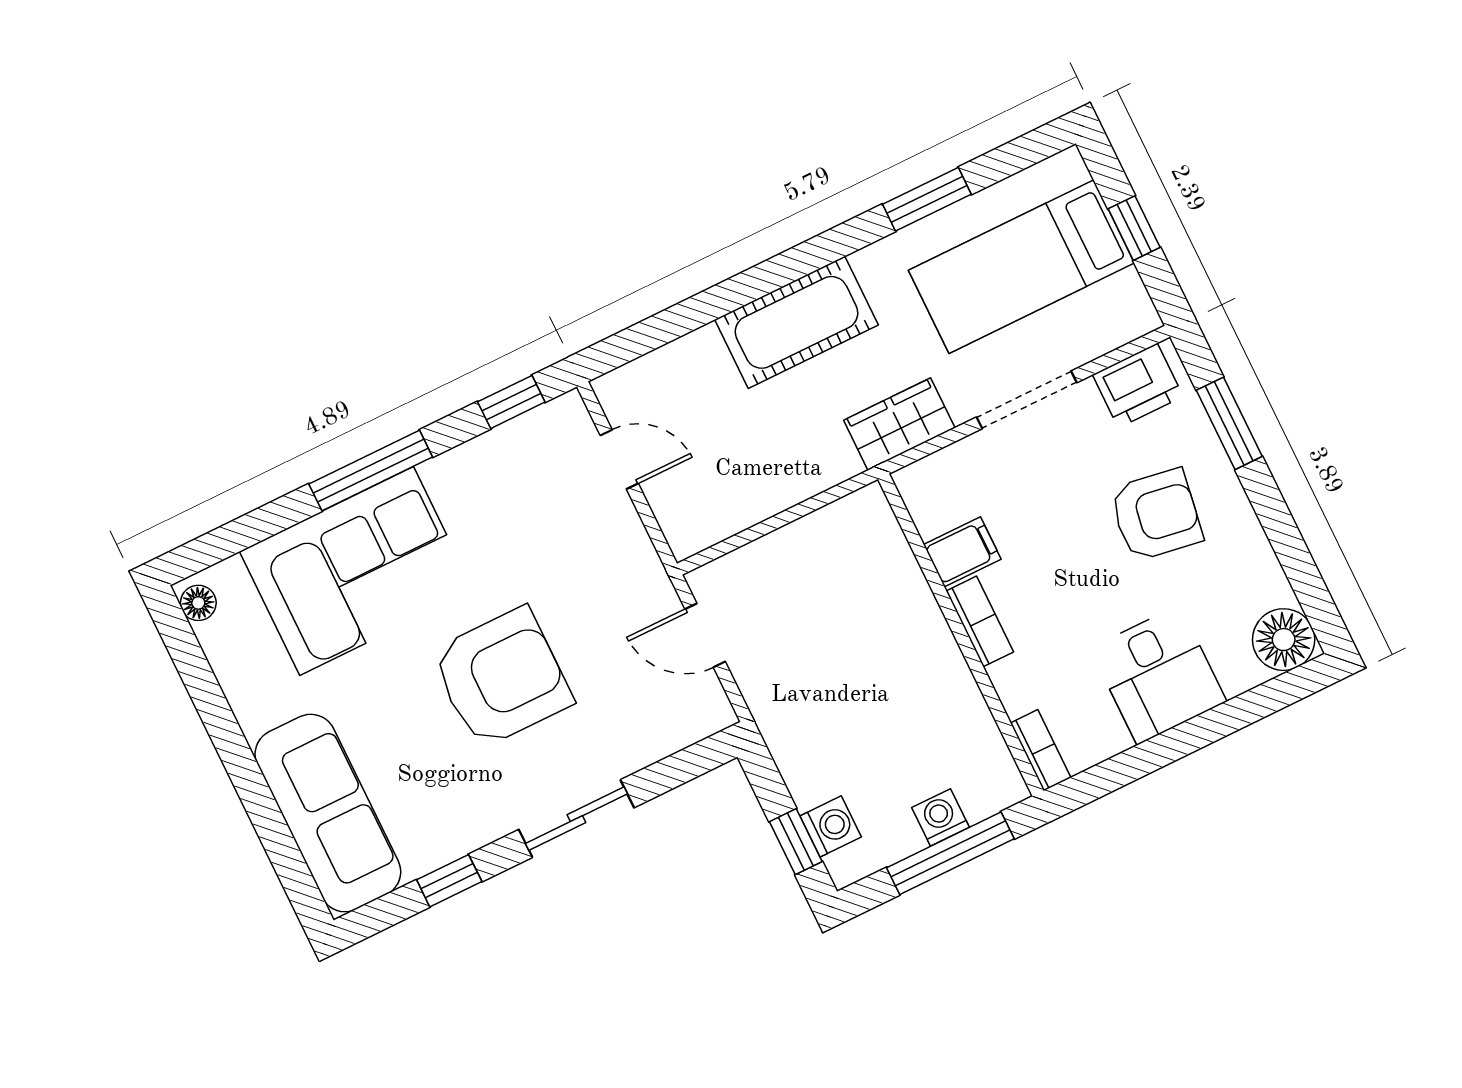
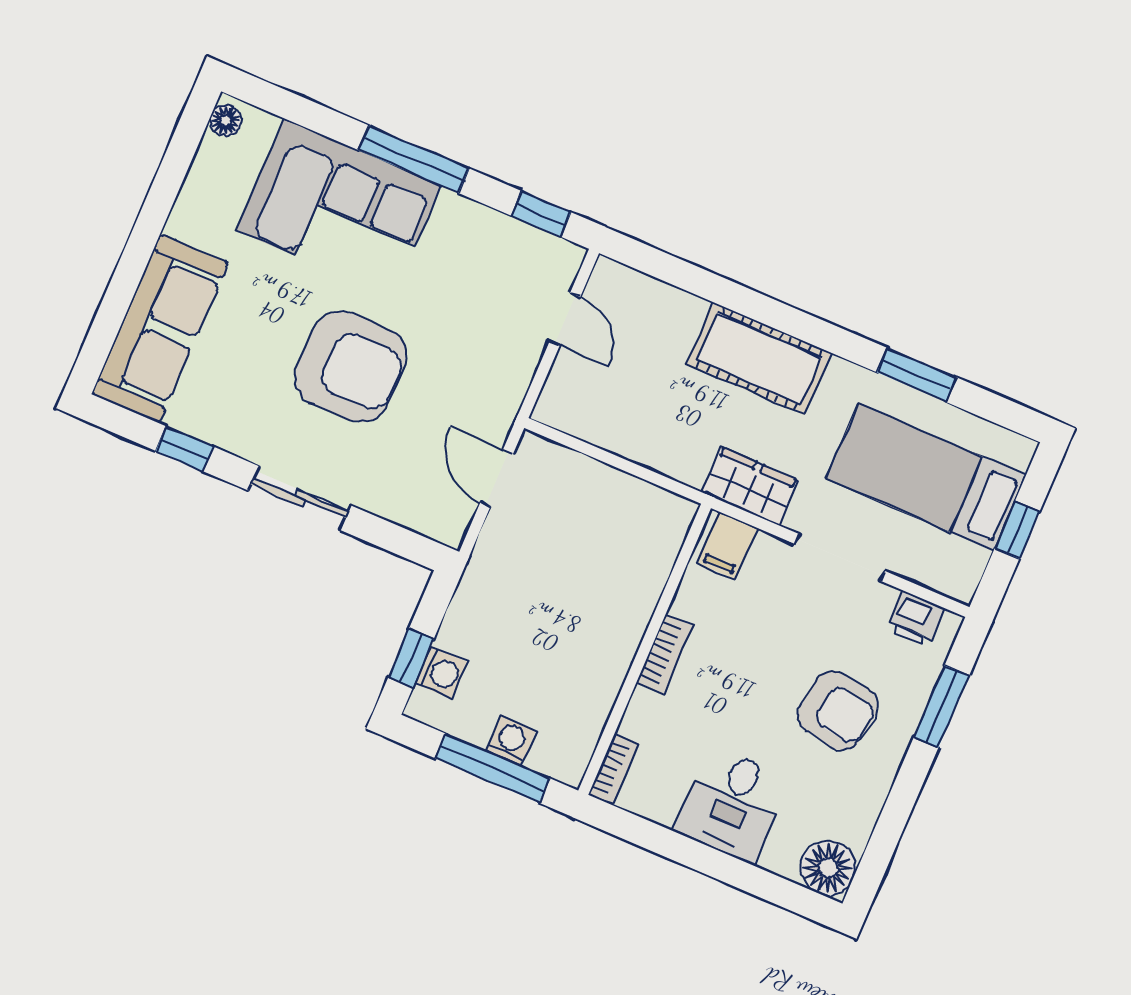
printer: (1138, 386) -> (916, 619), width x0.73, depth x0.81
filing cabinet: (962, 552) -> (727, 545), moved, turned 90

